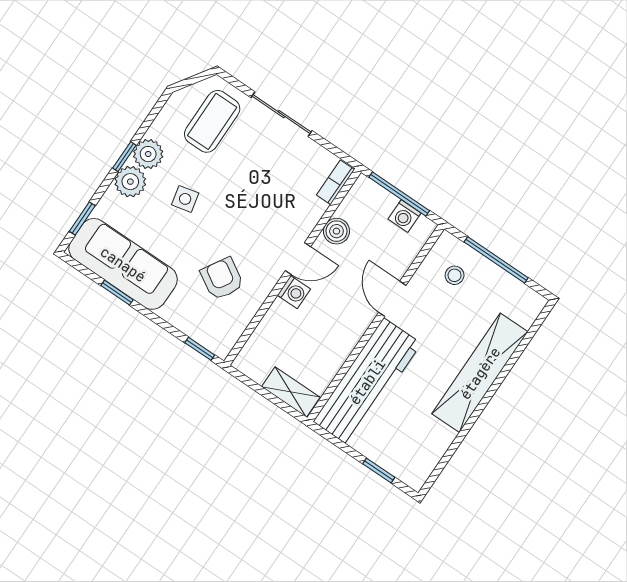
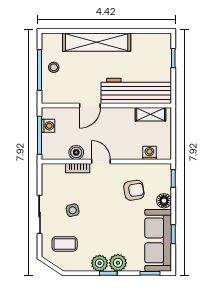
coffee table: (212, 121) -> (65, 244), width x0.73, depth x0.77
bookcase: (335, 182) -> (78, 168), moved
side table: (185, 199) -> (73, 210), moved
stool: (455, 275) -> (54, 67), moved
armchair: (222, 279) -> (134, 190), turned -130
washing machine: (294, 292) -> (149, 153), moved
floor lamp: (176, 313) -> (164, 201), added
shelving: (291, 392) -> (151, 114), moved, turned 90

